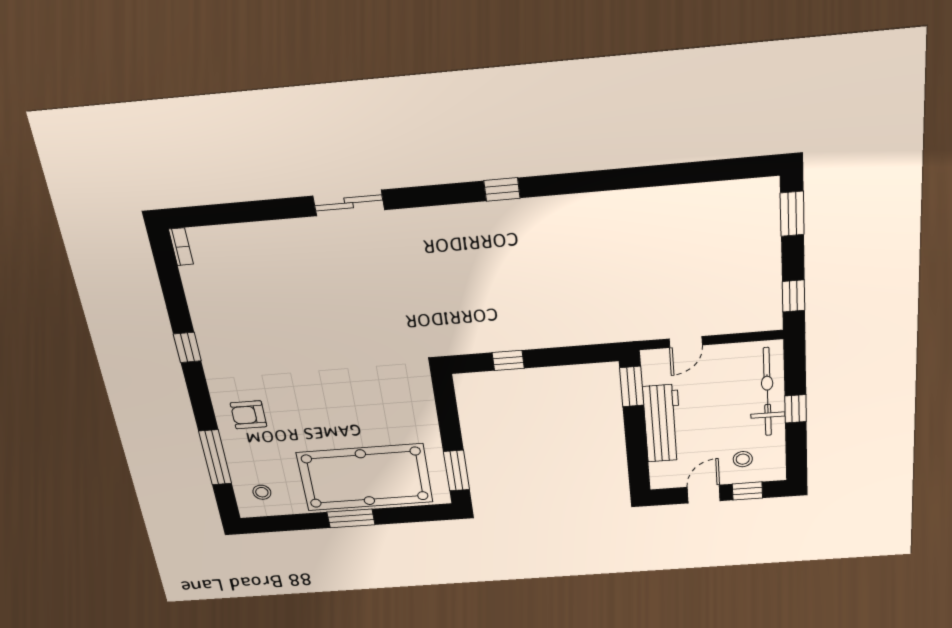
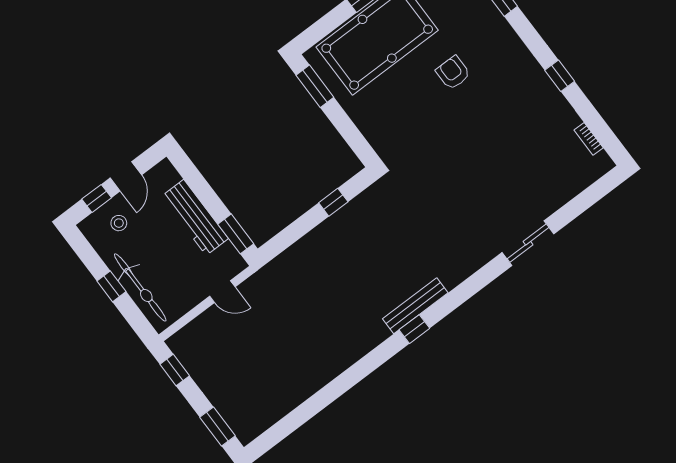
sliding door: (349, 203) -> (528, 243), moved
bench: (485, 213) -> (415, 306), added
bookcase: (181, 247) -> (589, 139), moved
door: (686, 342) -> (222, 292), swing flipped
armchair: (248, 415) -> (453, 73), moved, turned -90

